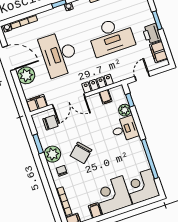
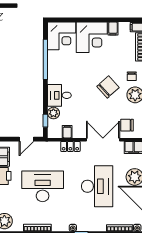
locker: (98, 84) -> (70, 146), width x0.66

